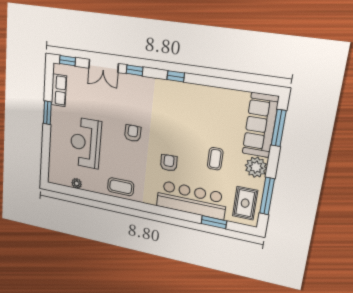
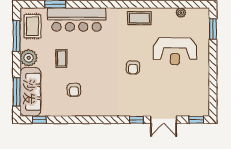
double door: (104, 66) -> (164, 120), swing flipped
window: (176, 76) -> (39, 120), moved
row of seats: (59, 90) -> (203, 94), removed
window: (47, 113) -> (213, 29), moved
reception desk: (86, 143) -> (175, 51), turned 90
armchair: (169, 163) -> (74, 90), moved

